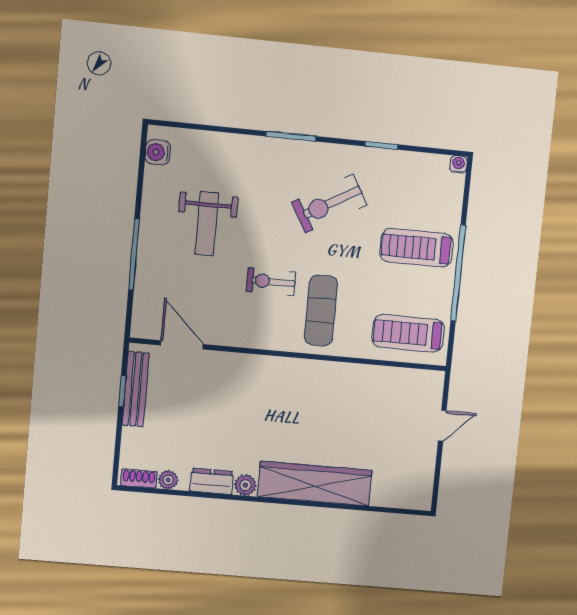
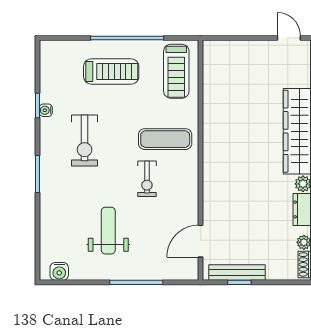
water cooler: (459, 164) -> (46, 110), moved
exercise bike: (329, 204) -> (85, 140), turned 30
weight bench: (207, 224) -> (108, 231), turned -90
treadmill: (417, 248) -> (111, 72), turned -90
door: (442, 426) -> (289, 38), moved

